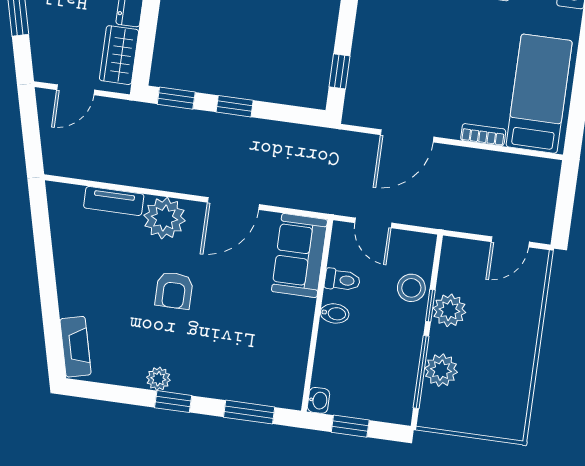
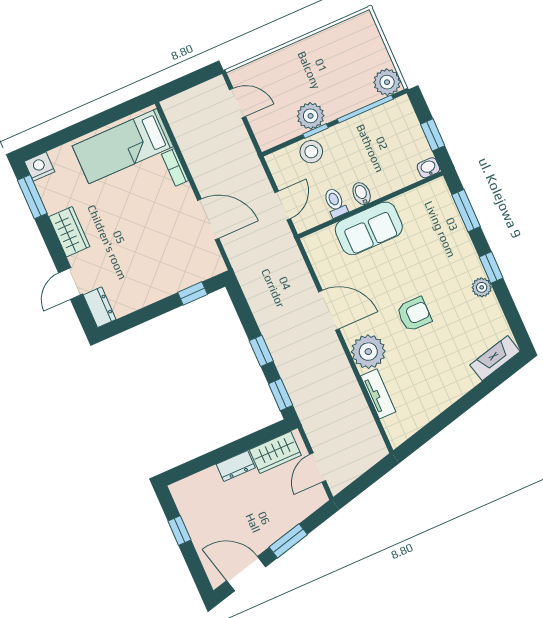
door: (76, 90) -> (318, 467), swing flipped
sofa: (299, 256) -> (369, 228), moved
plant: (441, 370) -> (387, 82), moved

